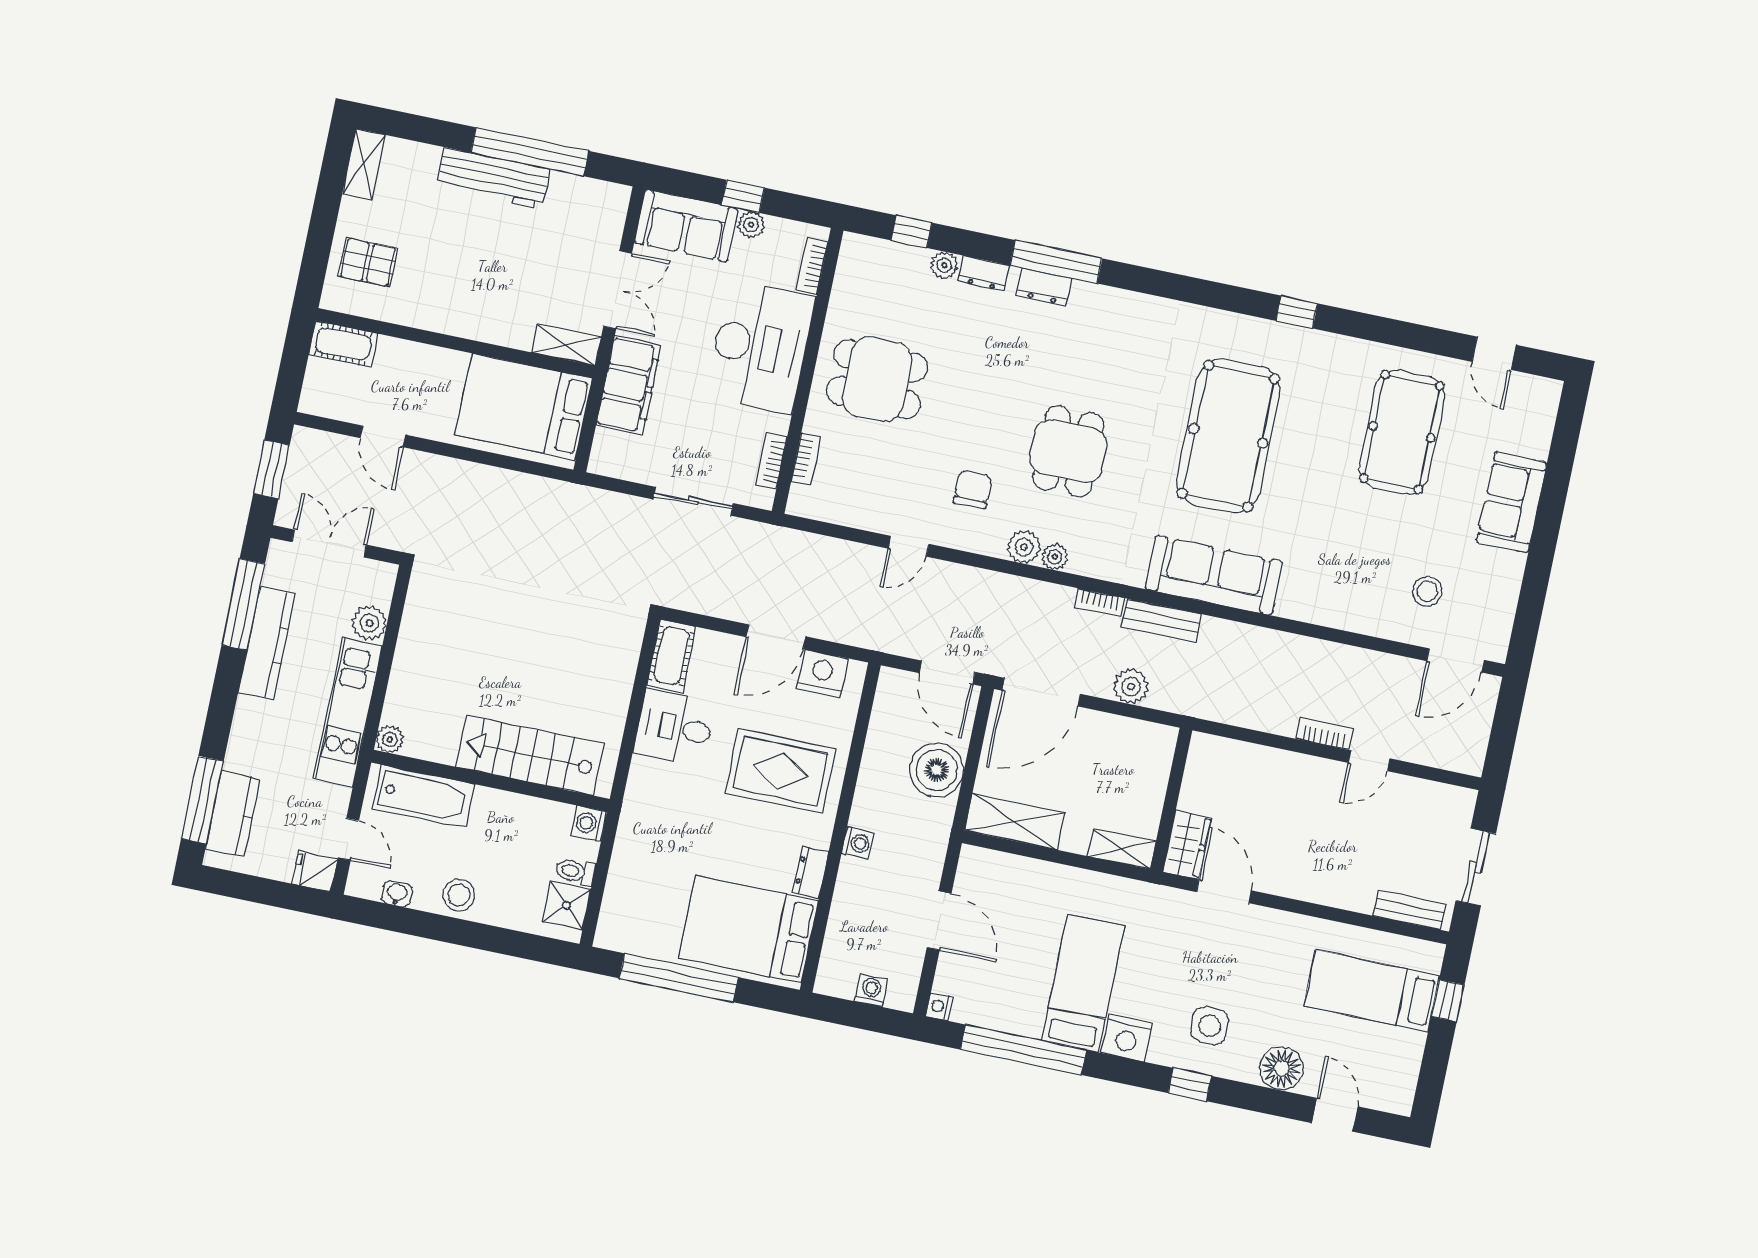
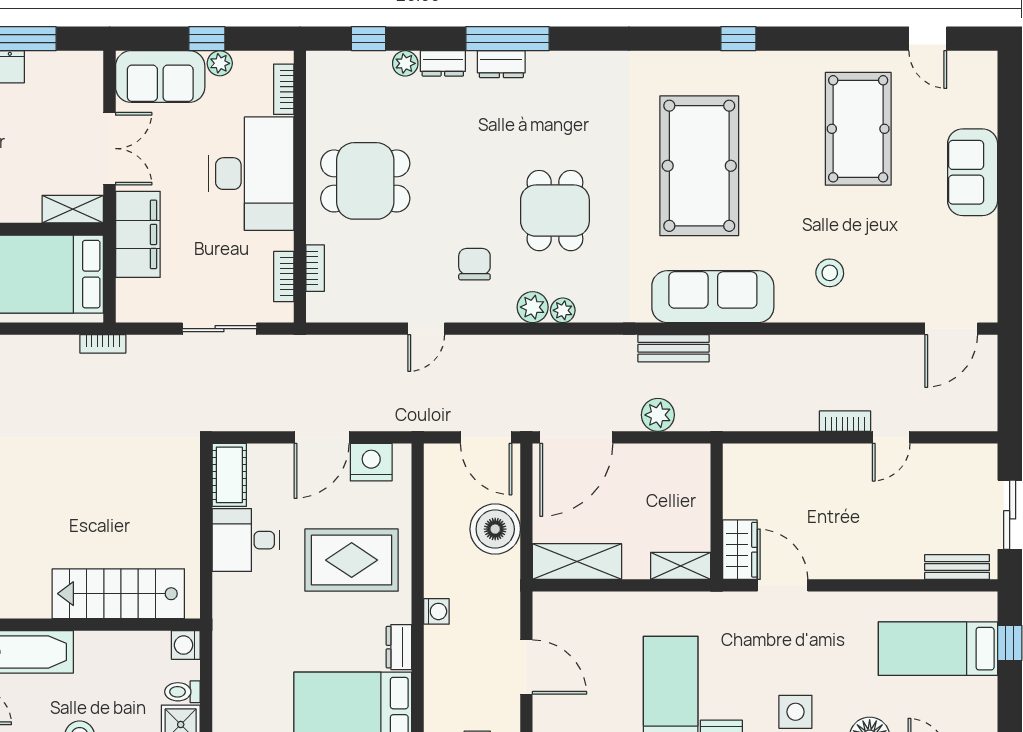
stool: (1427, 591) -> (830, 273), moved
bookcase: (1099, 603) -> (103, 344), moved

